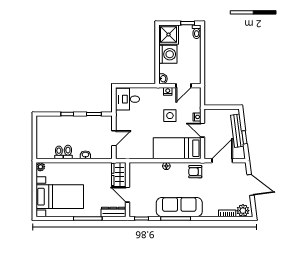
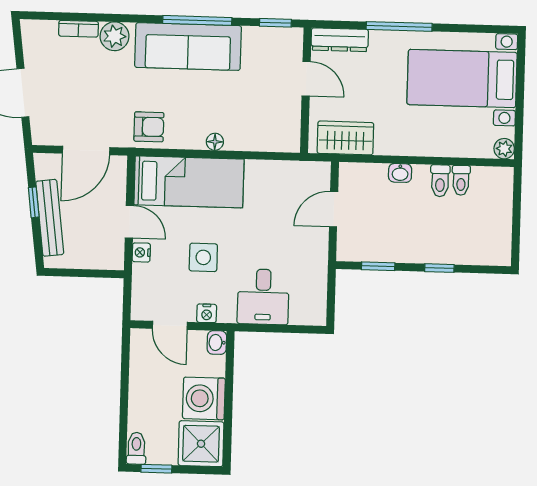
door: (184, 86) -> (170, 325), swing flipped
desk: (128, 99) -> (263, 297), moved, turned 90
wardrobe: (119, 174) -> (345, 138), moved, turned -90
plant: (243, 211) -> (115, 36), moved

